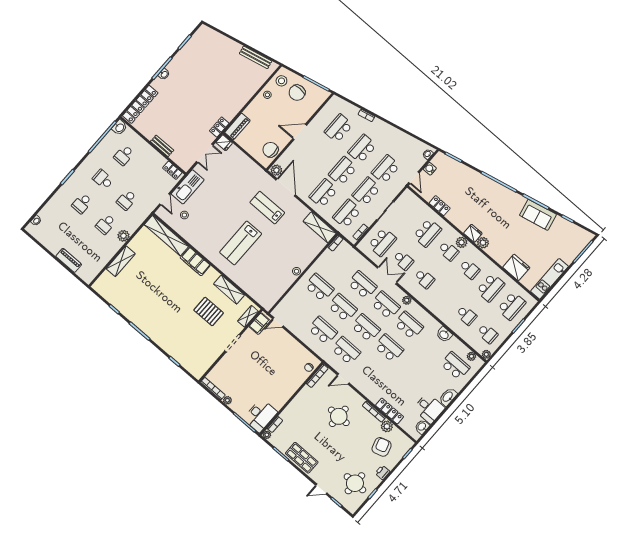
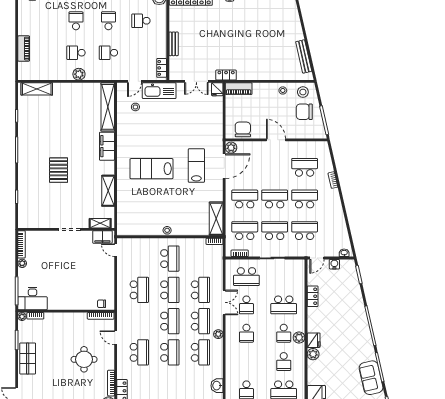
school desk: (82, 204) -> (76, 21), turned 90
shelving: (121, 261) -> (37, 89), moved
pallet: (209, 312) -> (59, 170), moved
school desk: (346, 351) -> (139, 352), moved

